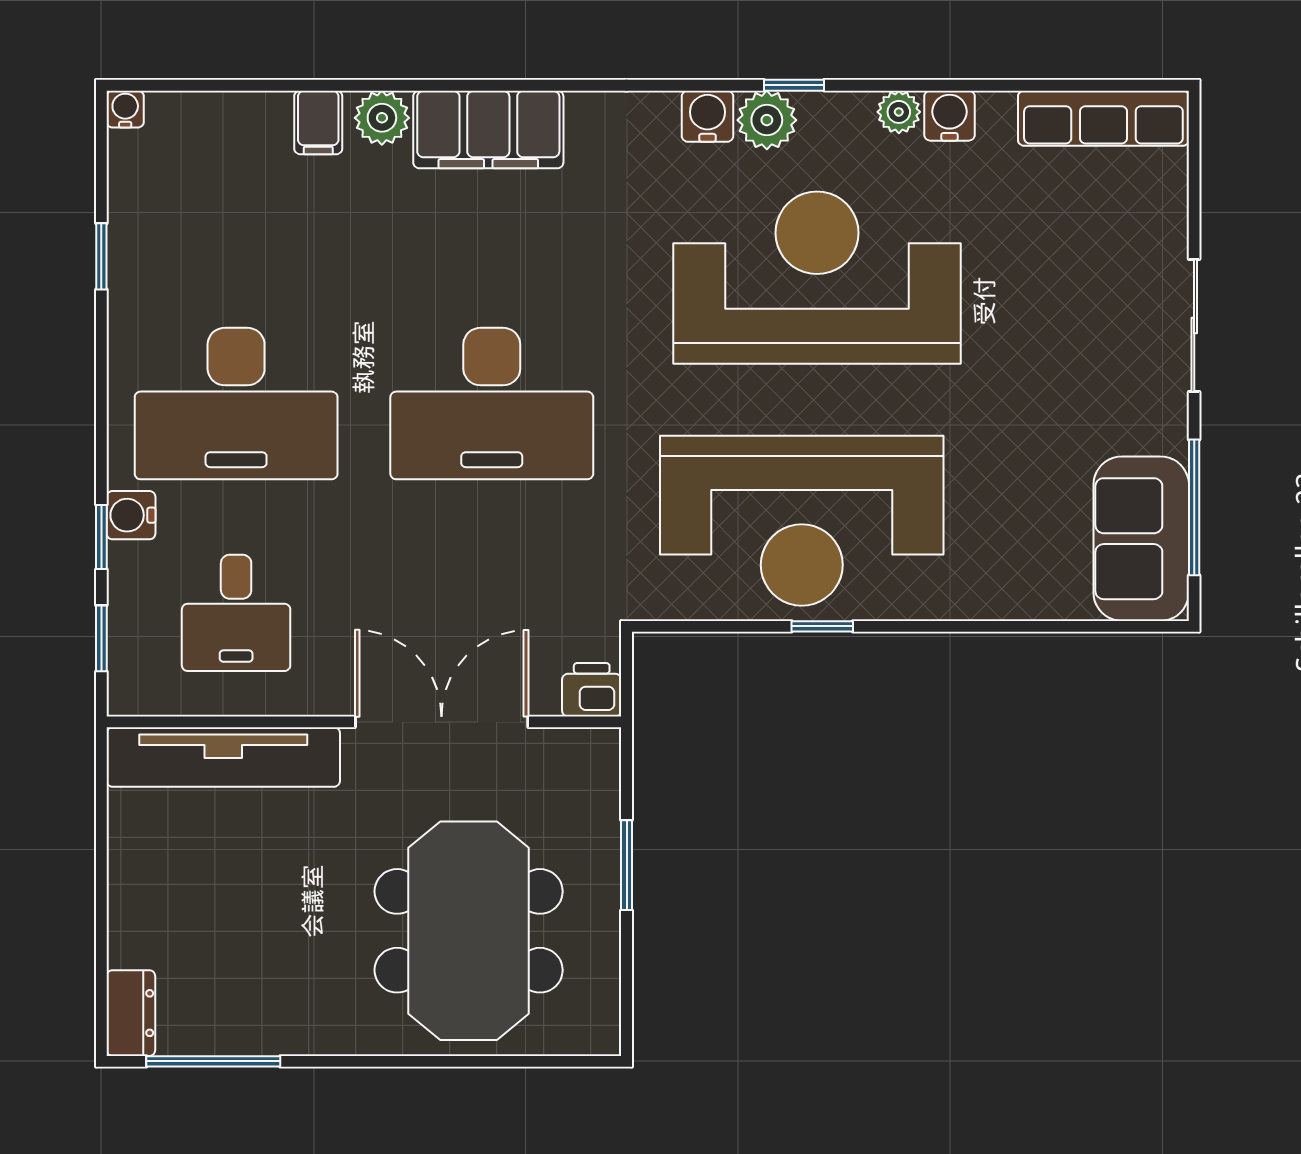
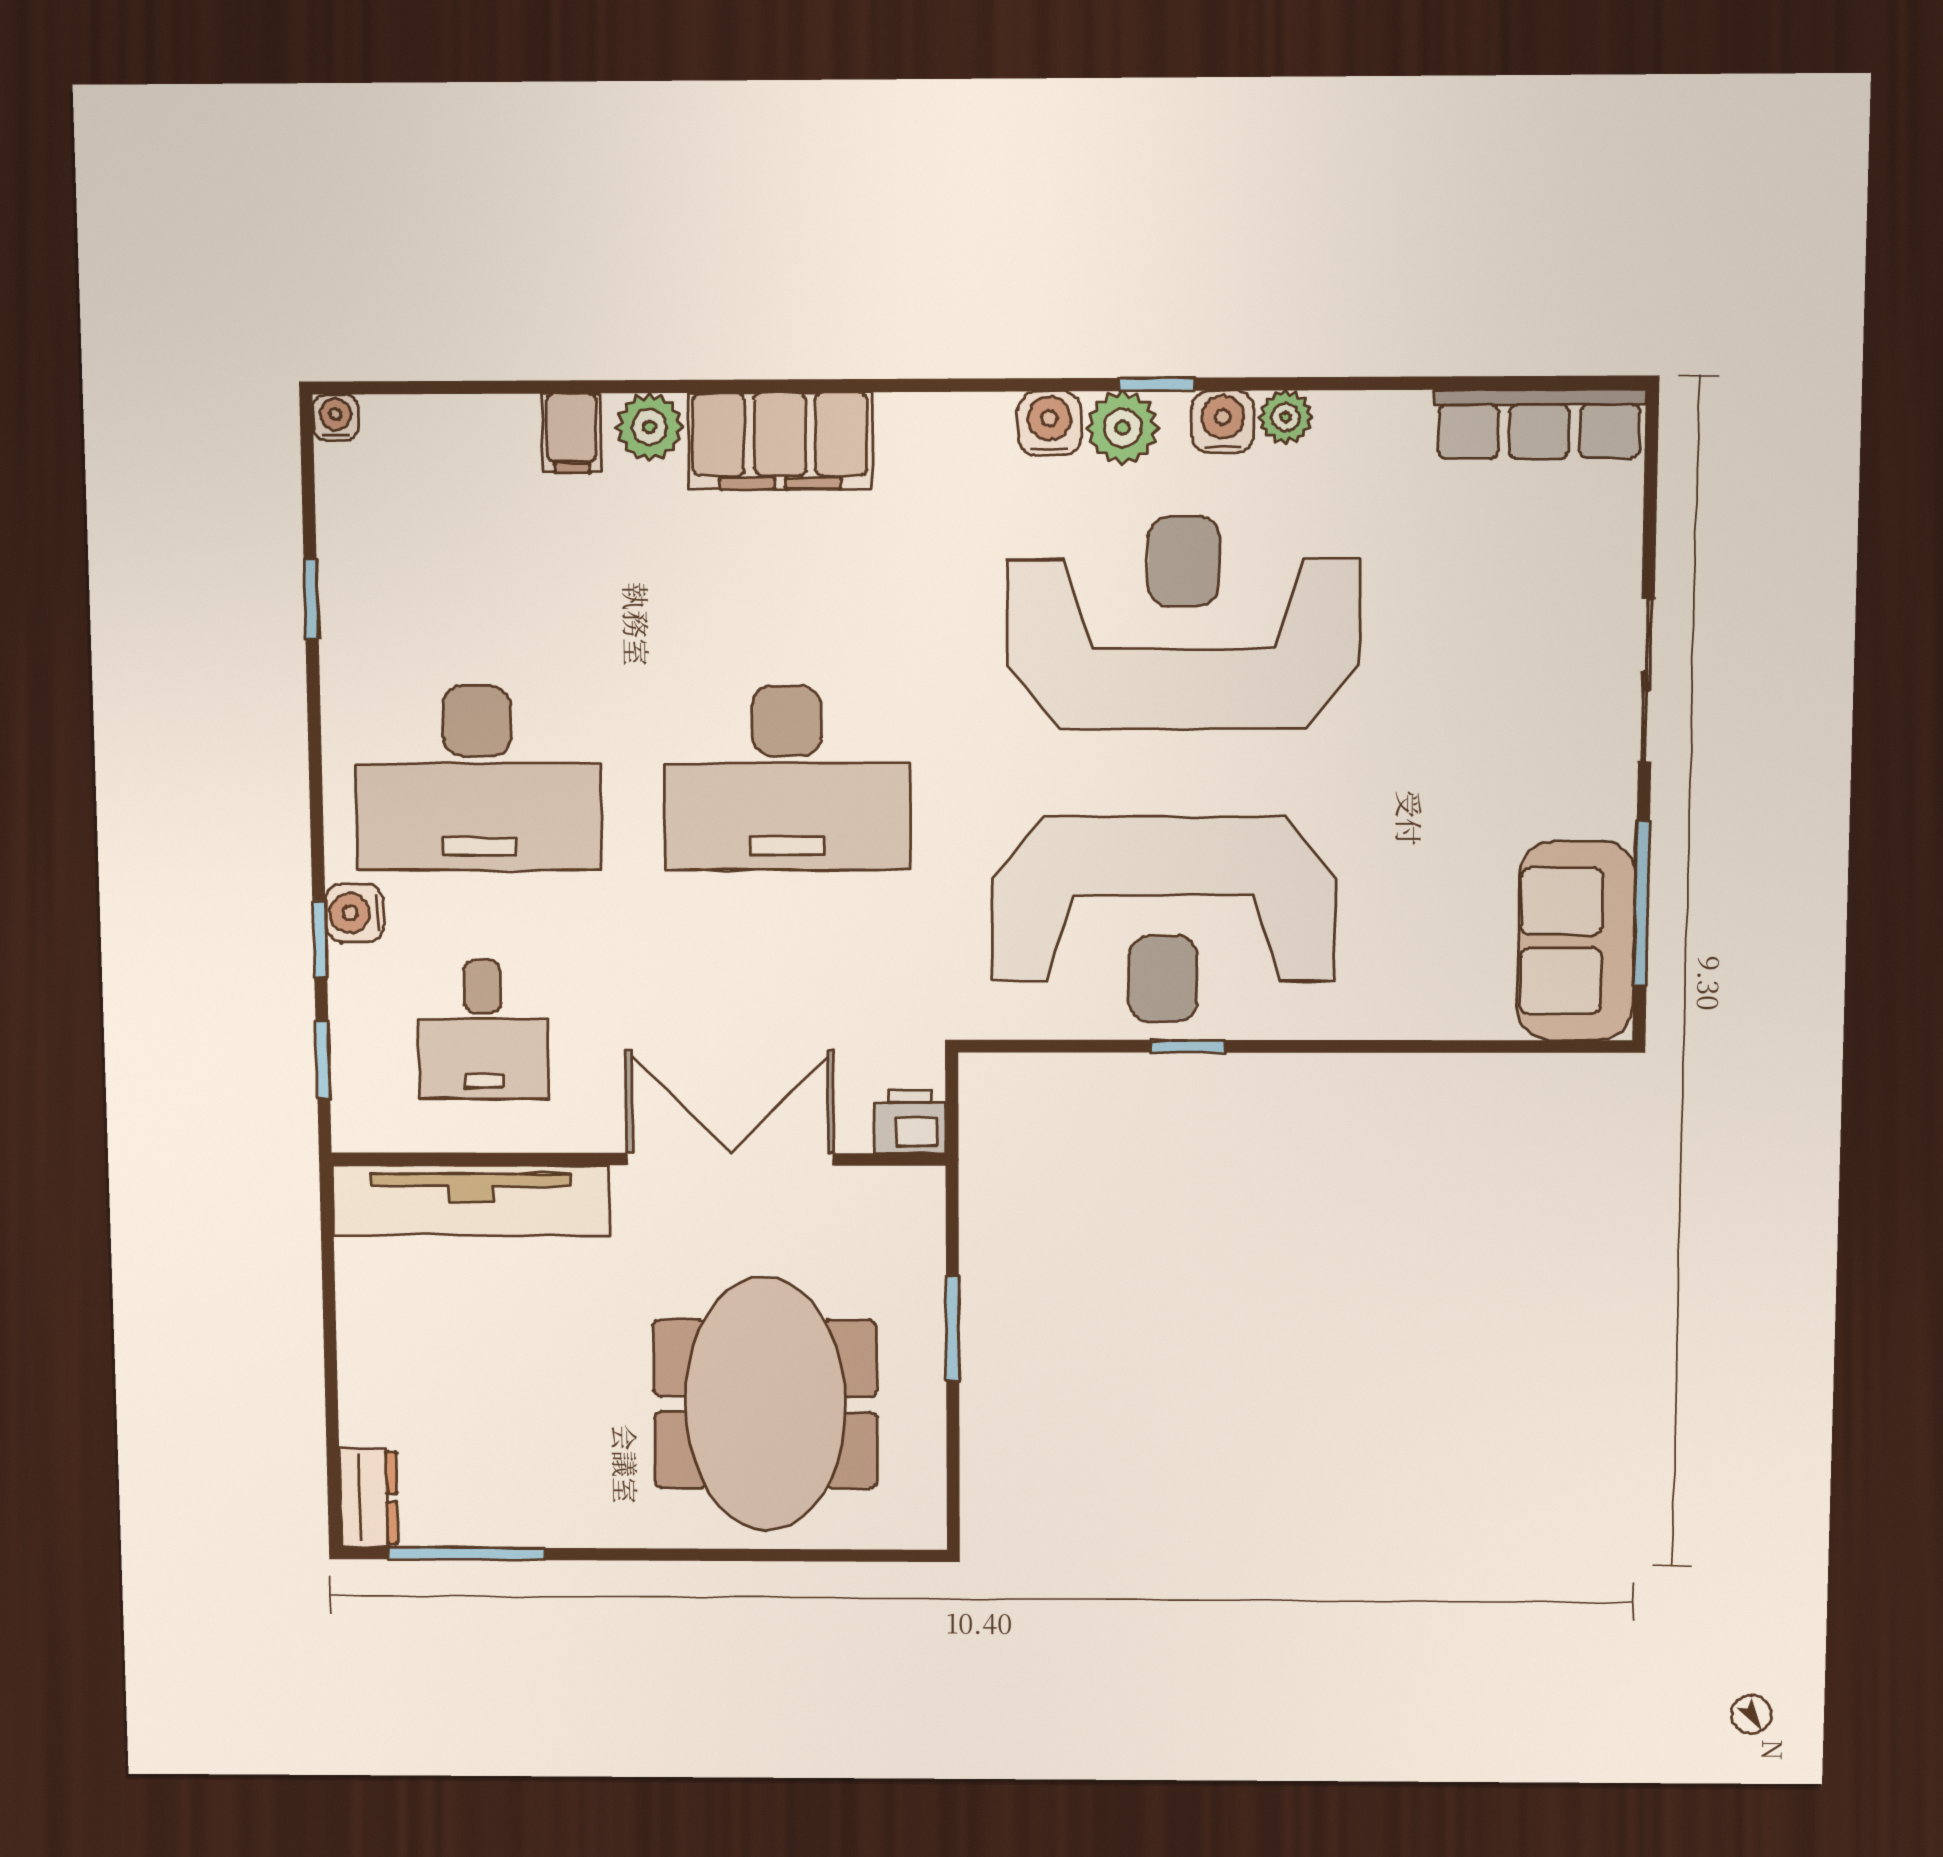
water cooler: (949, 116) -> (1223, 422), moved

